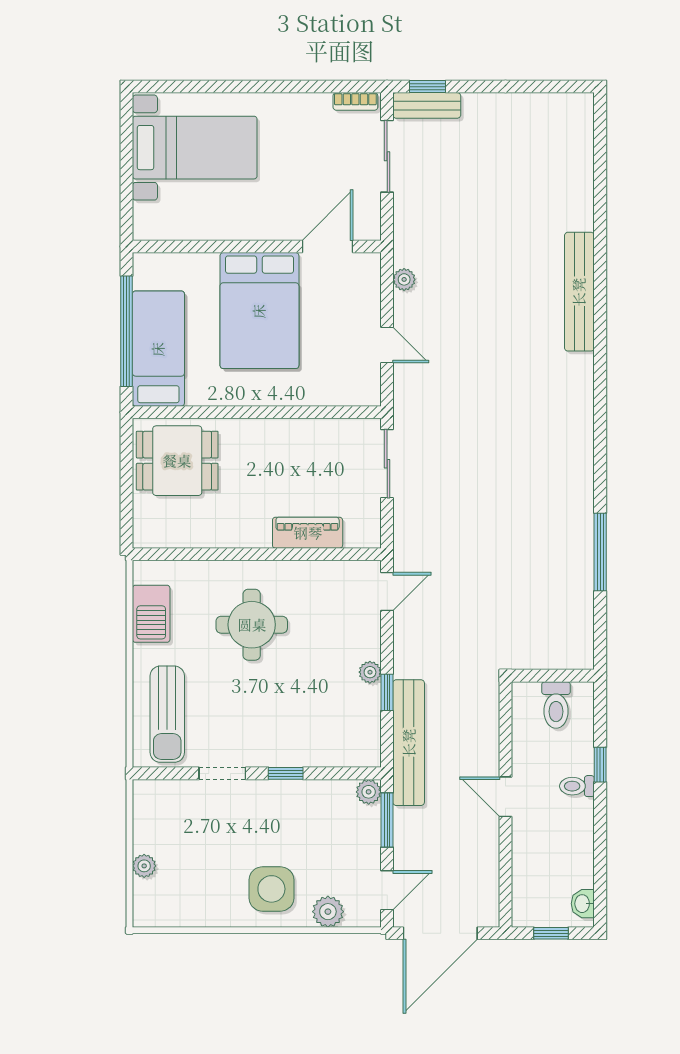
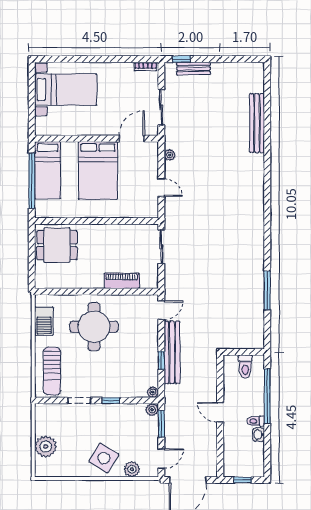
bench: (427, 105) -> (194, 69), moved
sliding door: (387, 156) -> (161, 107), moved
bench: (579, 292) -> (257, 123), moved
bed: (158, 349) -> (48, 170), moved, turned 180
round table: (252, 625) -> (94, 327), width x1.36, depth x1.36
plant: (370, 672) -> (153, 392), moved
bench: (409, 743) -> (172, 352), moved
window: (600, 765) -> (267, 396), width x3.17
toilet: (577, 786) -> (256, 421), moved
plant: (144, 866) -> (46, 447), width x1.88, depth x1.88
side table: (271, 889) -> (104, 458), turned 31
washbasin: (583, 904) -> (259, 435), moved

